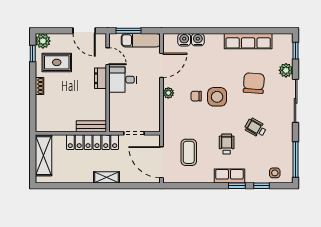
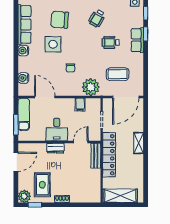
water cooler: (198, 40) -> (23, 51), moved
door: (108, 56) -> (81, 142), moved
plant: (168, 93) -> (91, 87), moved, width x1.87, depth x1.87
side table: (217, 97) -> (53, 44), moved
filing cabinet: (152, 108) -> (80, 105), added

